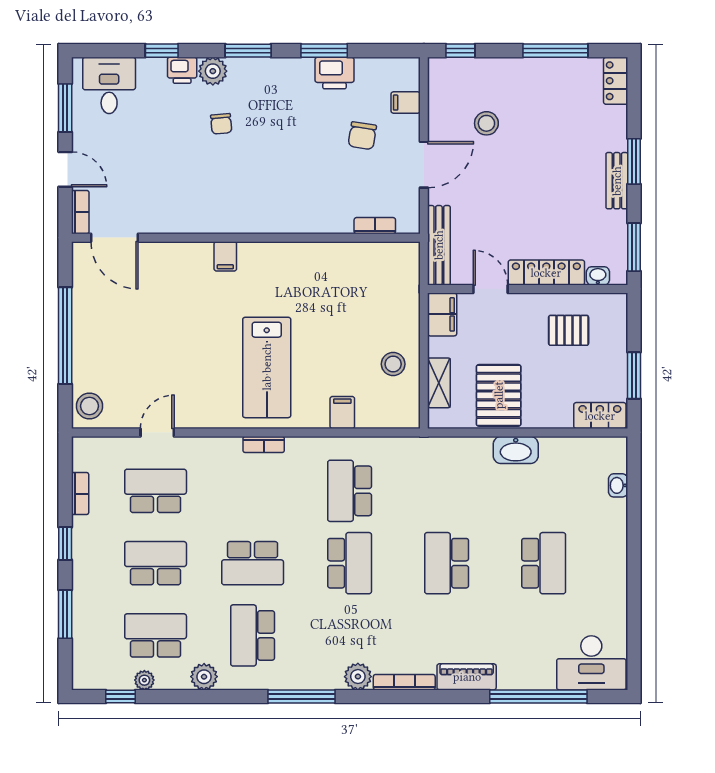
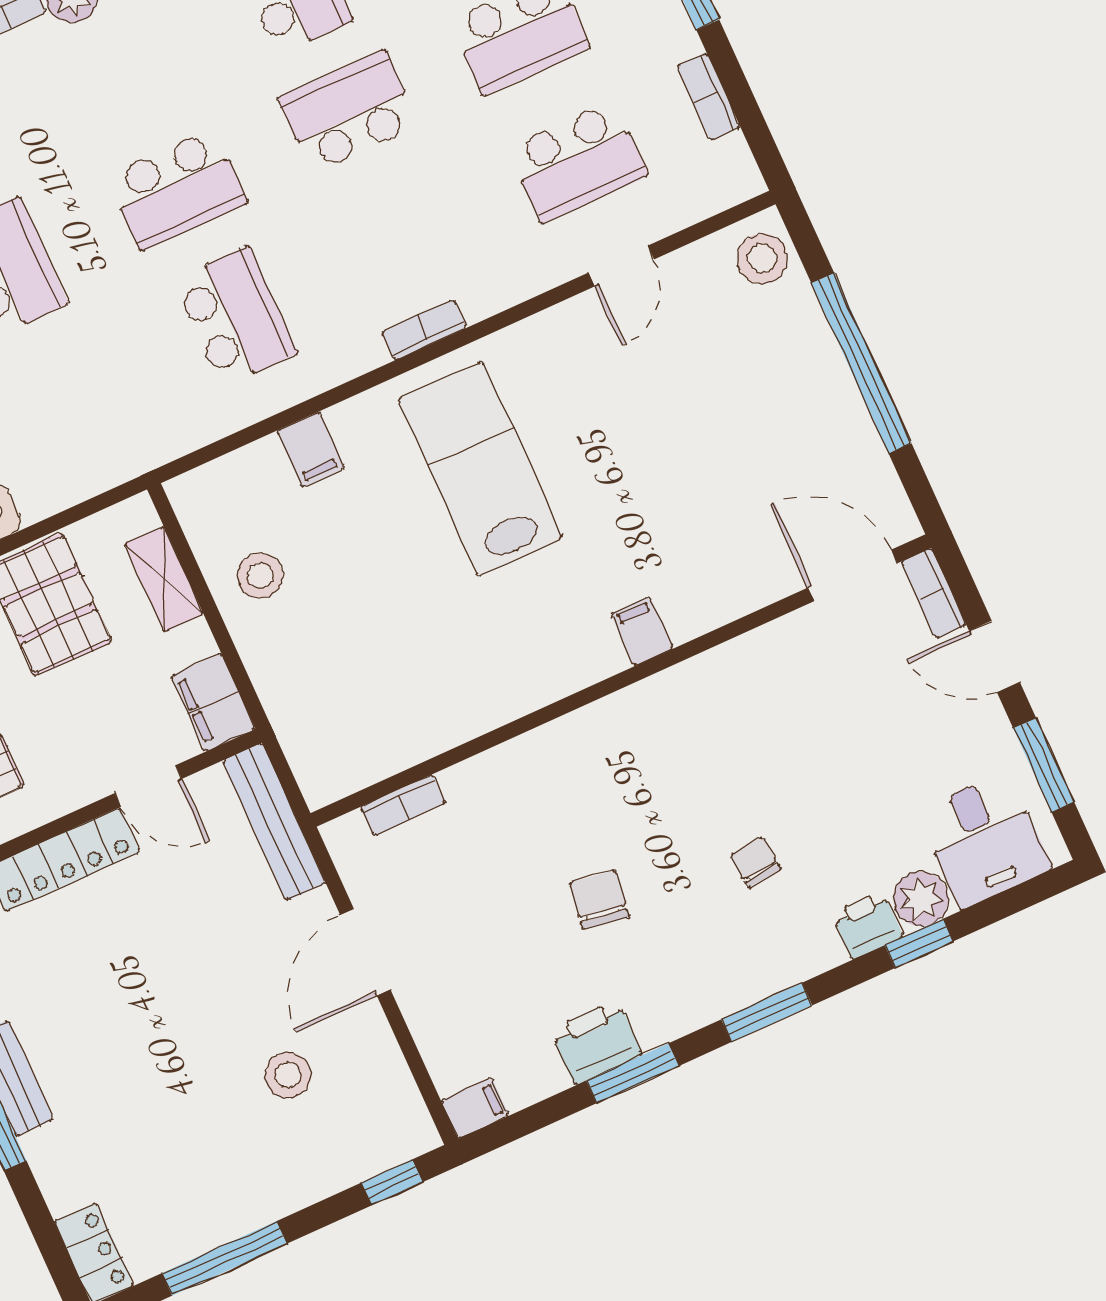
plant: (213, 71) -> (921, 899), moved
filing cabinet: (406, 103) -> (475, 1108), moved
chair: (362, 136) -> (599, 900), moved
school desk: (350, 563) -> (177, 189), turned -90

